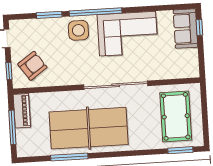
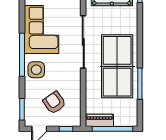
window: (49, 15) -> (22, 109), moved
armchair: (32, 66) -> (54, 103), moved
window: (12, 127) -> (113, 129), width x1.46

